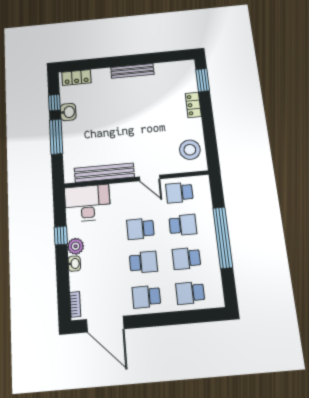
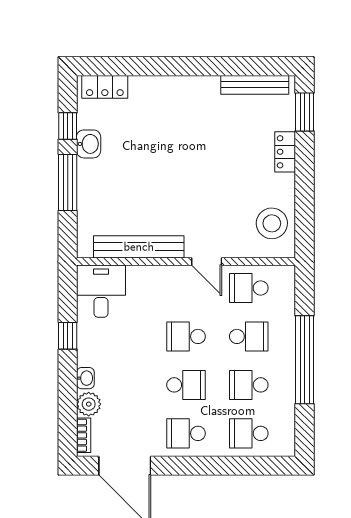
bench: (132, 71) -> (255, 85), moved
desk: (87, 203) -> (101, 291), width x0.73
plant: (76, 246) -> (89, 404), moved

